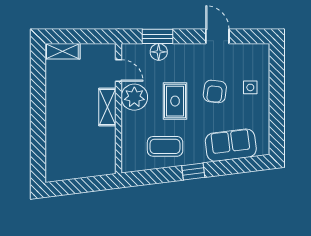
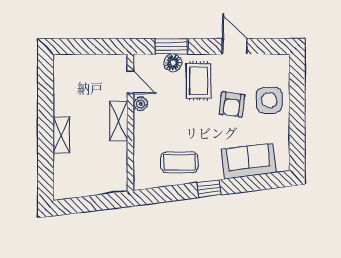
shelving: (62, 51) -> (61, 135), moved, turned 90
side table: (250, 87) -> (269, 100), width x1.87, depth x1.87
plant: (134, 97) -> (141, 104), width x0.53, depth x0.53
rug: (175, 101) -> (199, 81), moved

